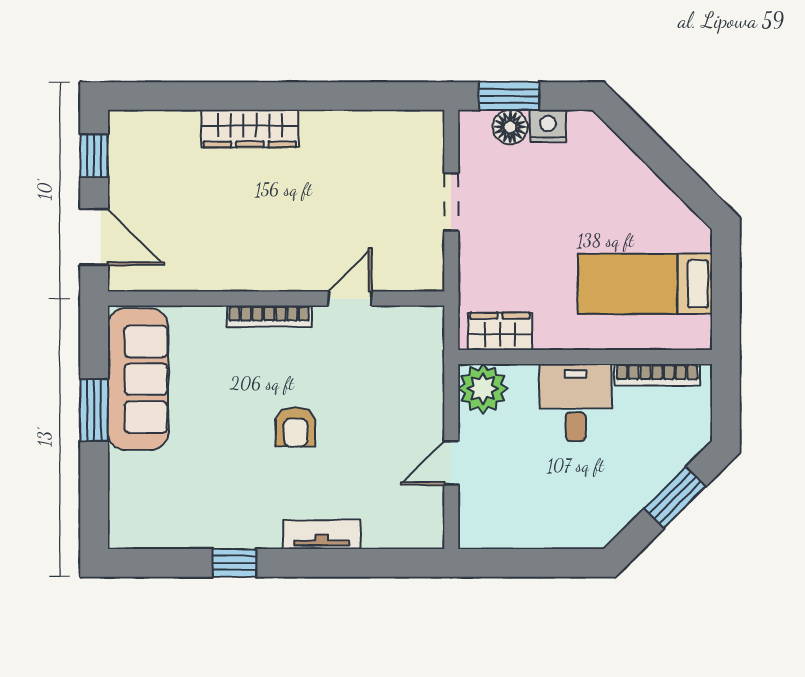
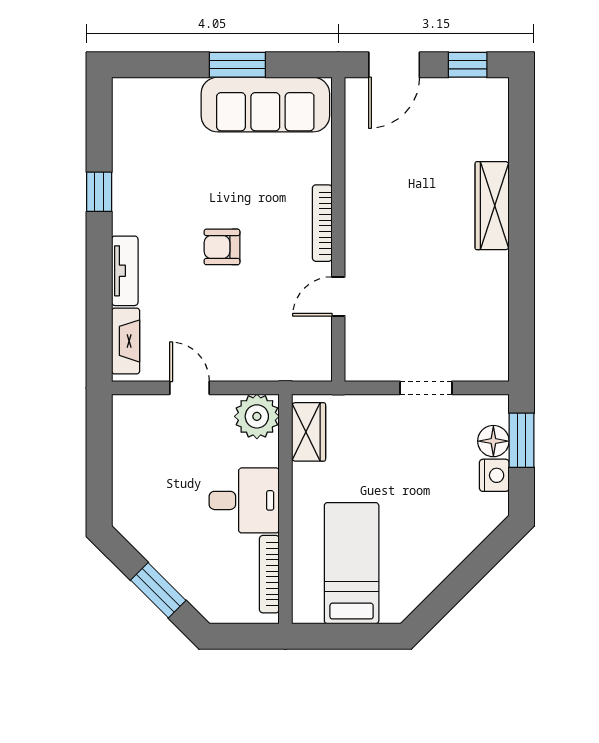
door: (350, 299) -> (338, 296), swing flipped
fireplace: (399, 534) -> (126, 341), added

